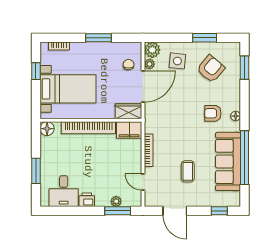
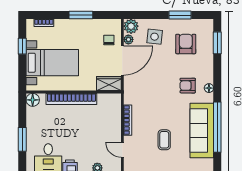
armchair: (211, 69) -> (186, 44), turned -40
filing cabinet: (129, 130) -> (109, 101), removed

